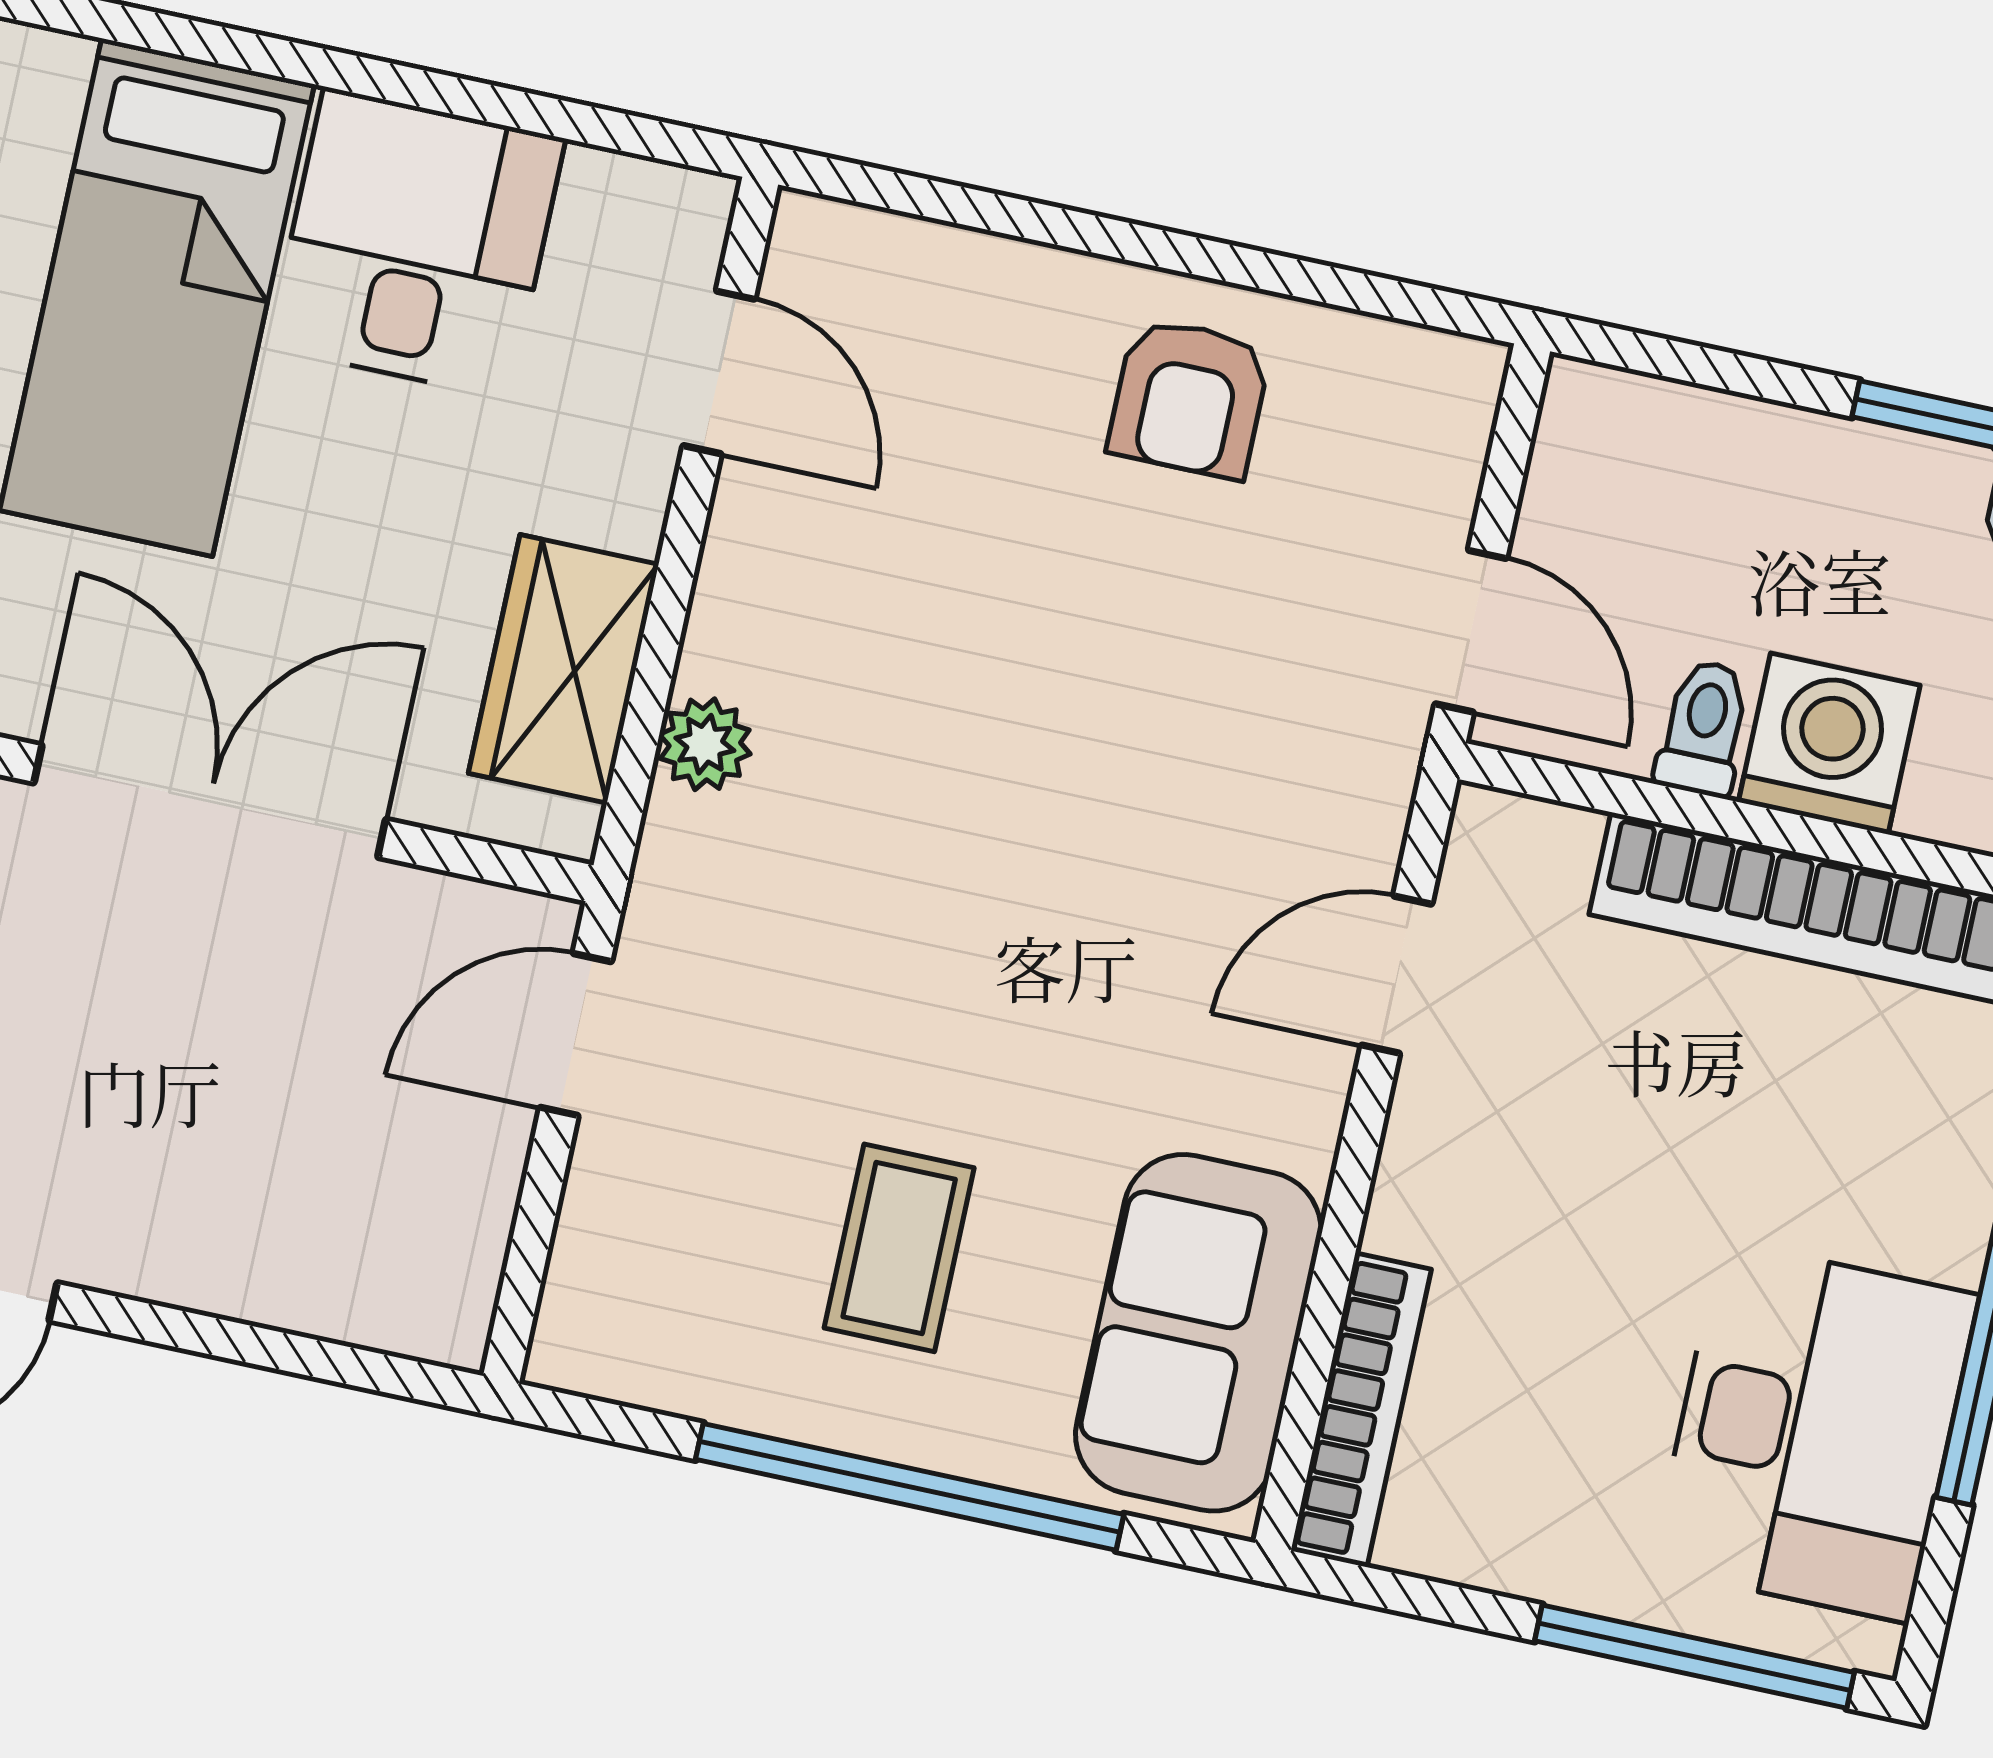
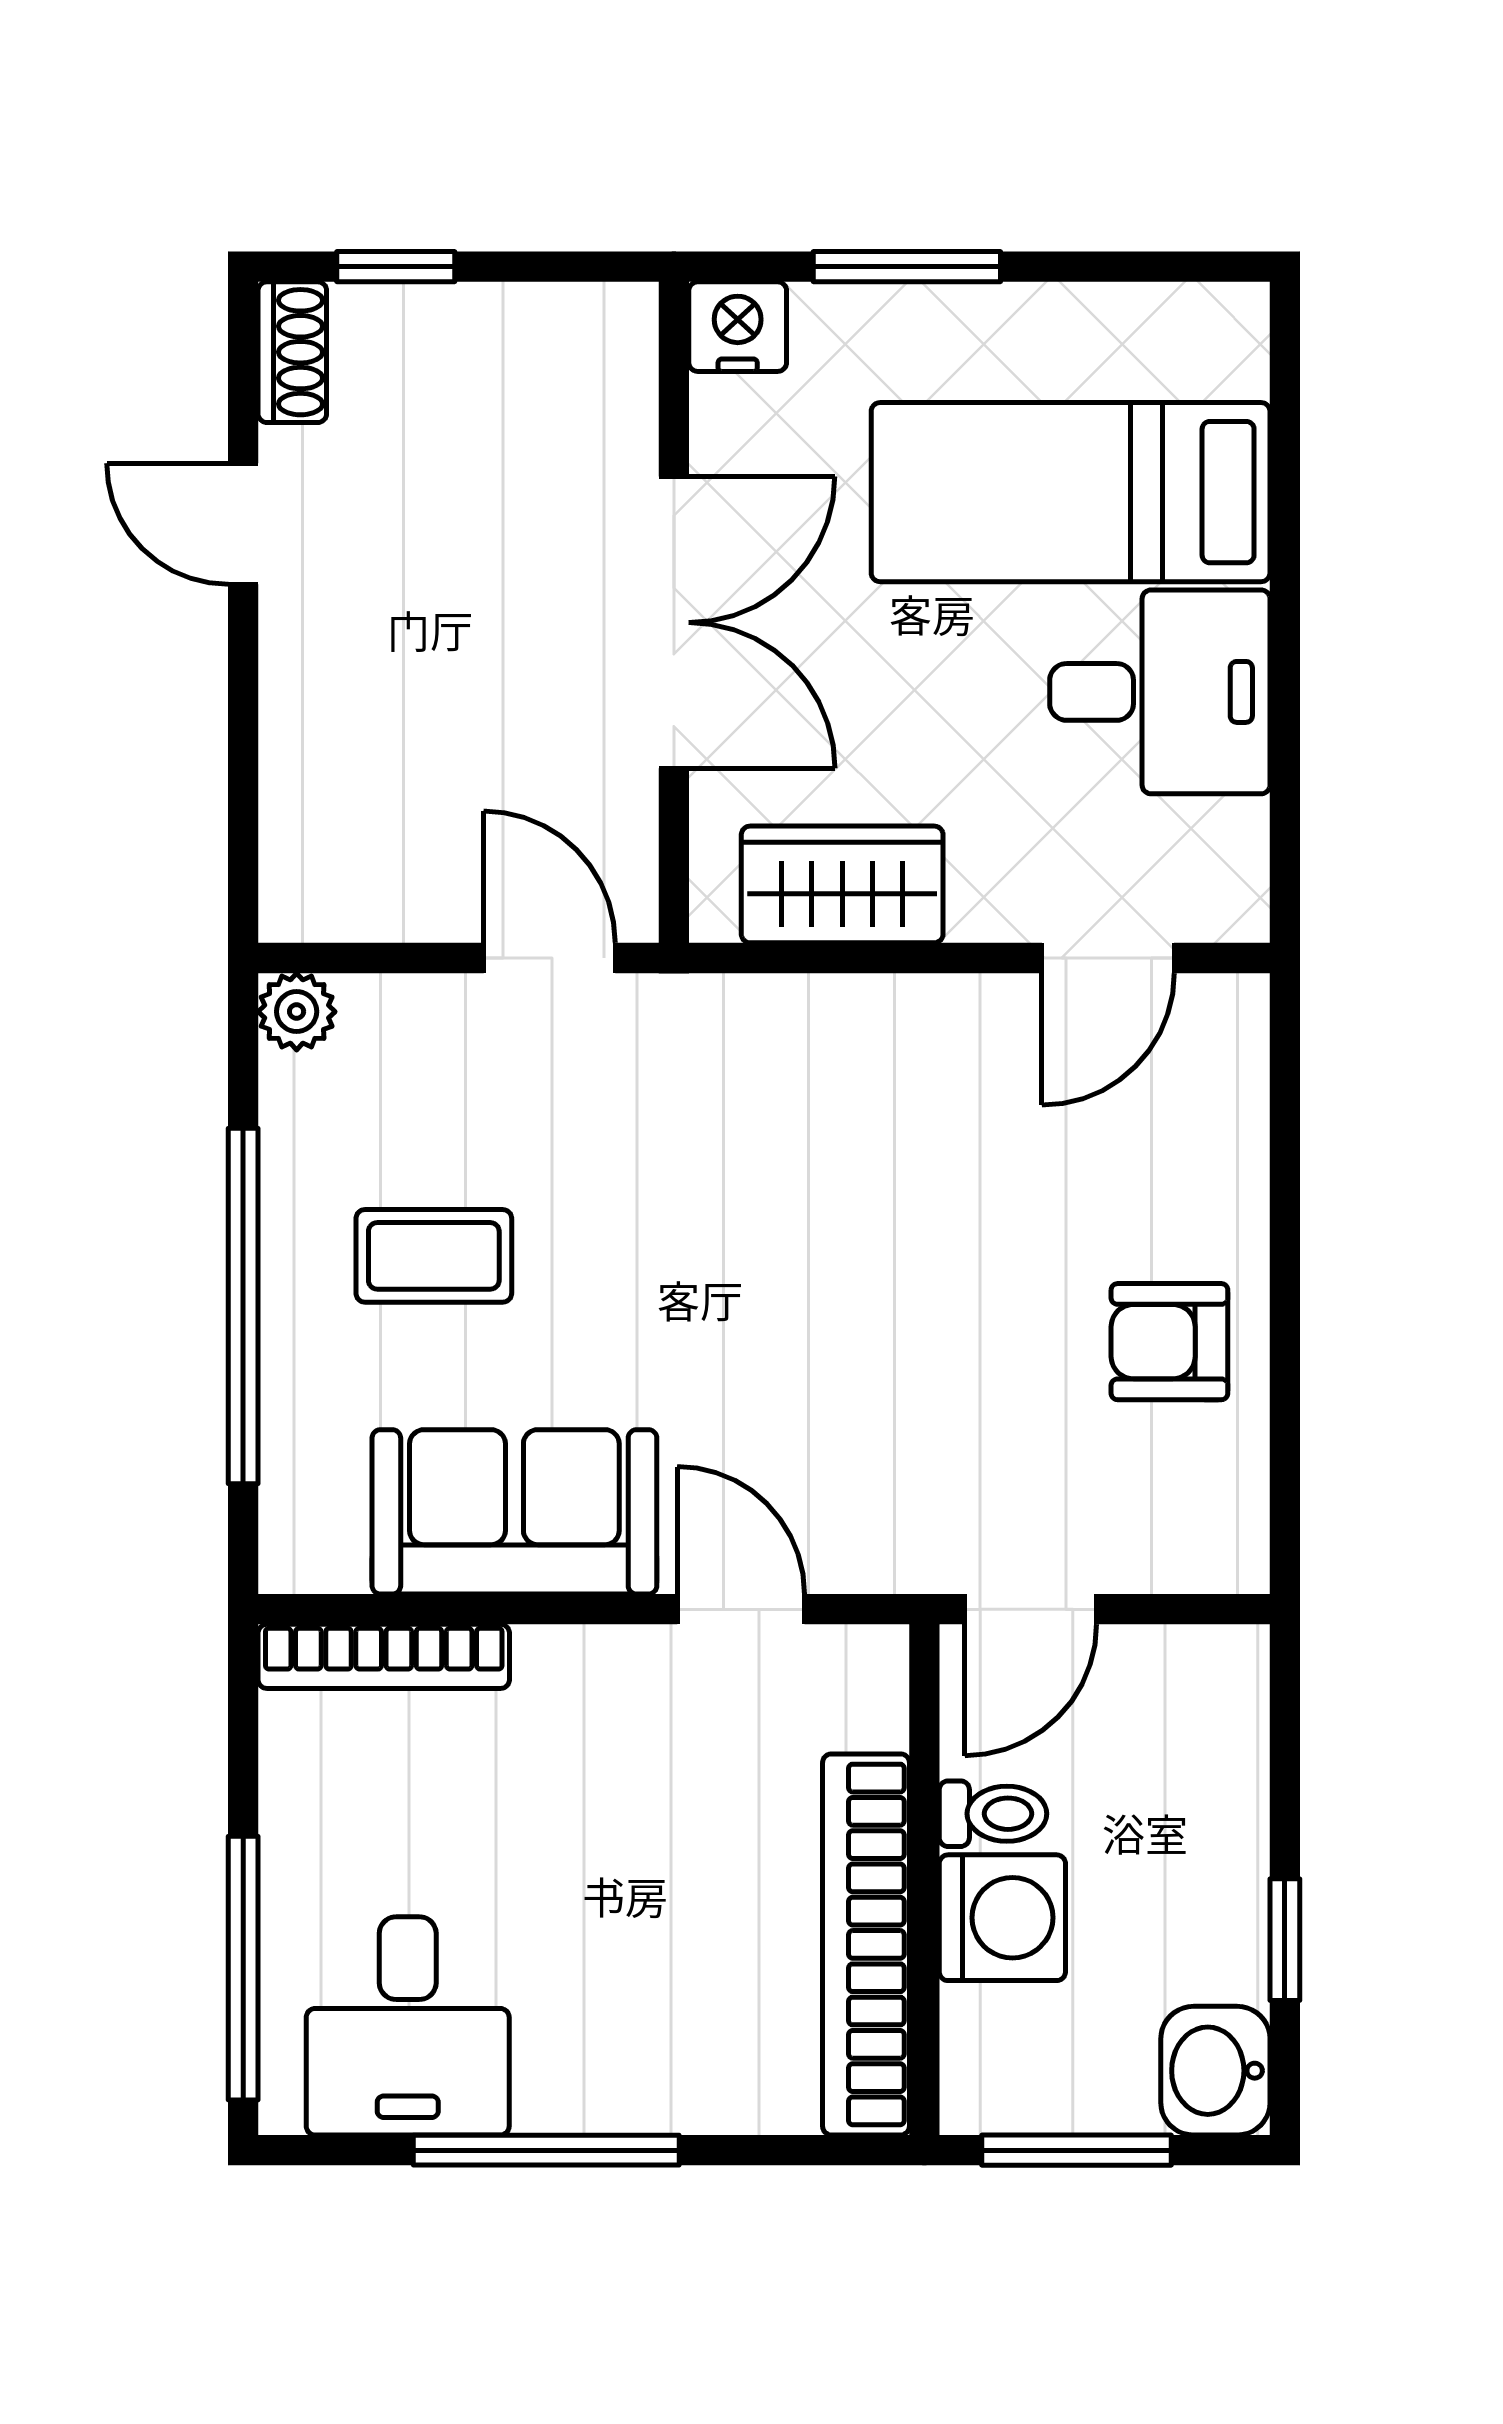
plant: (705, 744) -> (297, 1012), moved
sofa: (1198, 1333) -> (514, 1512), moved
desk: (1815, 1431) -> (408, 2026), width x0.73

